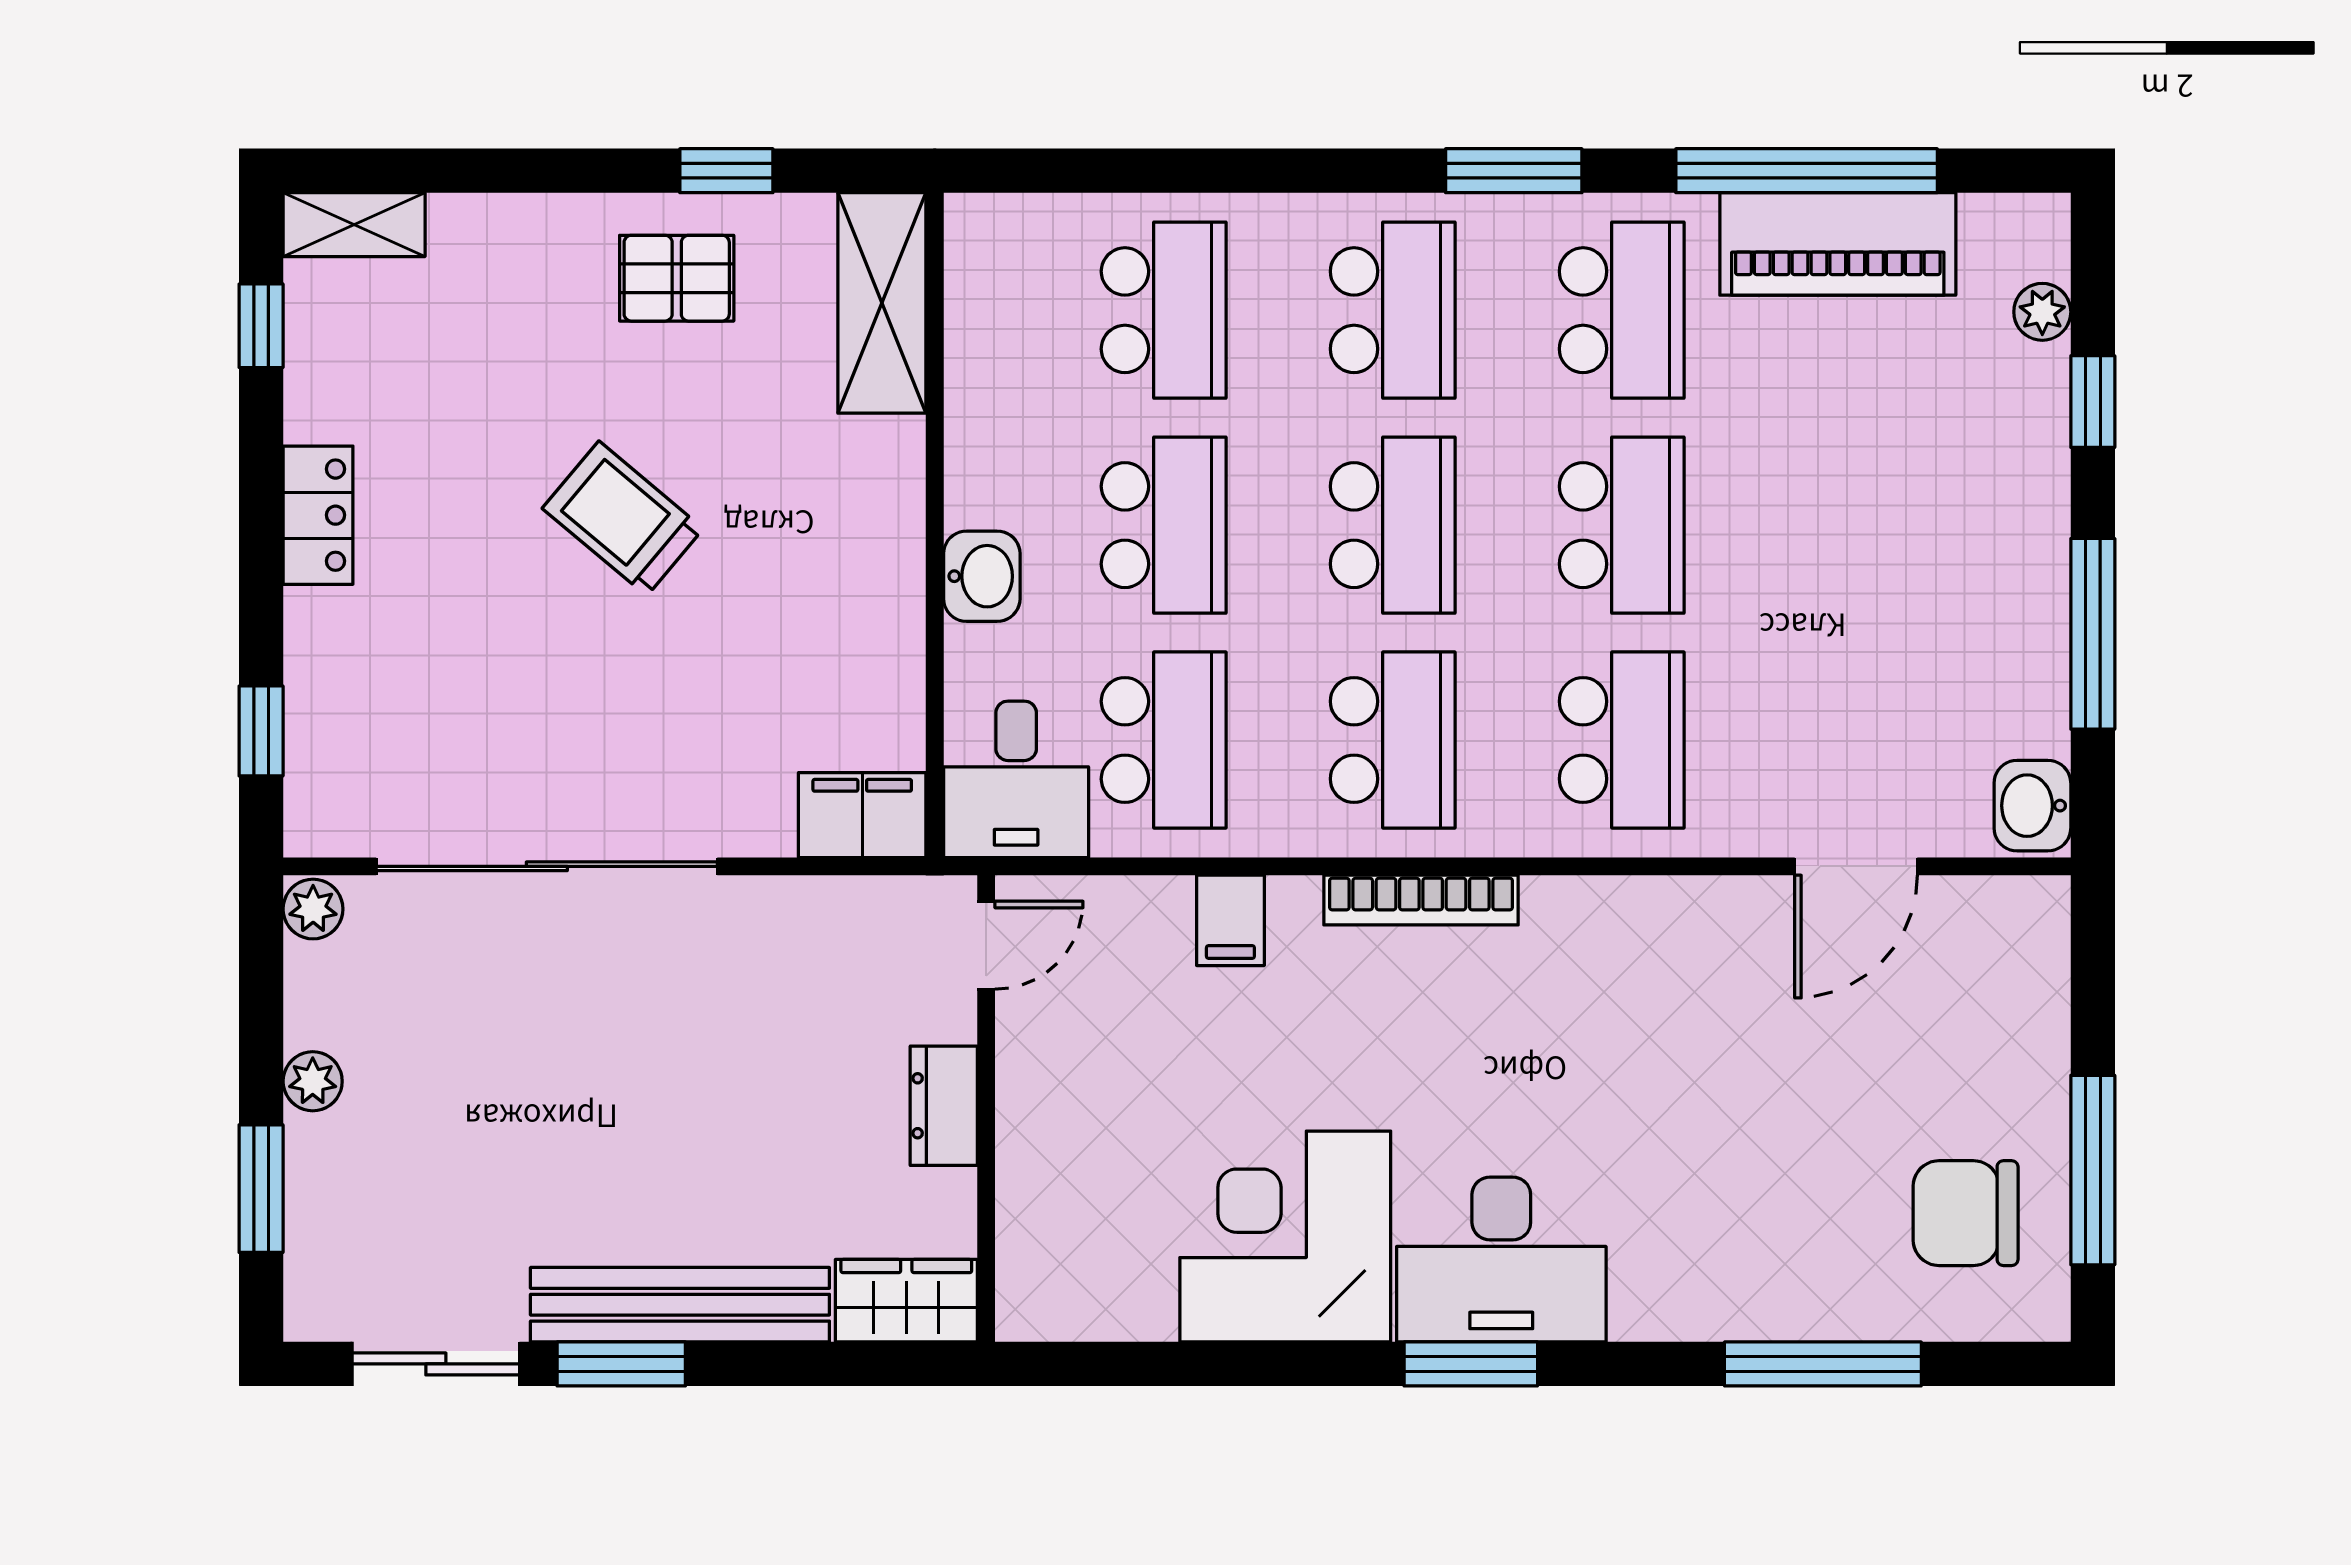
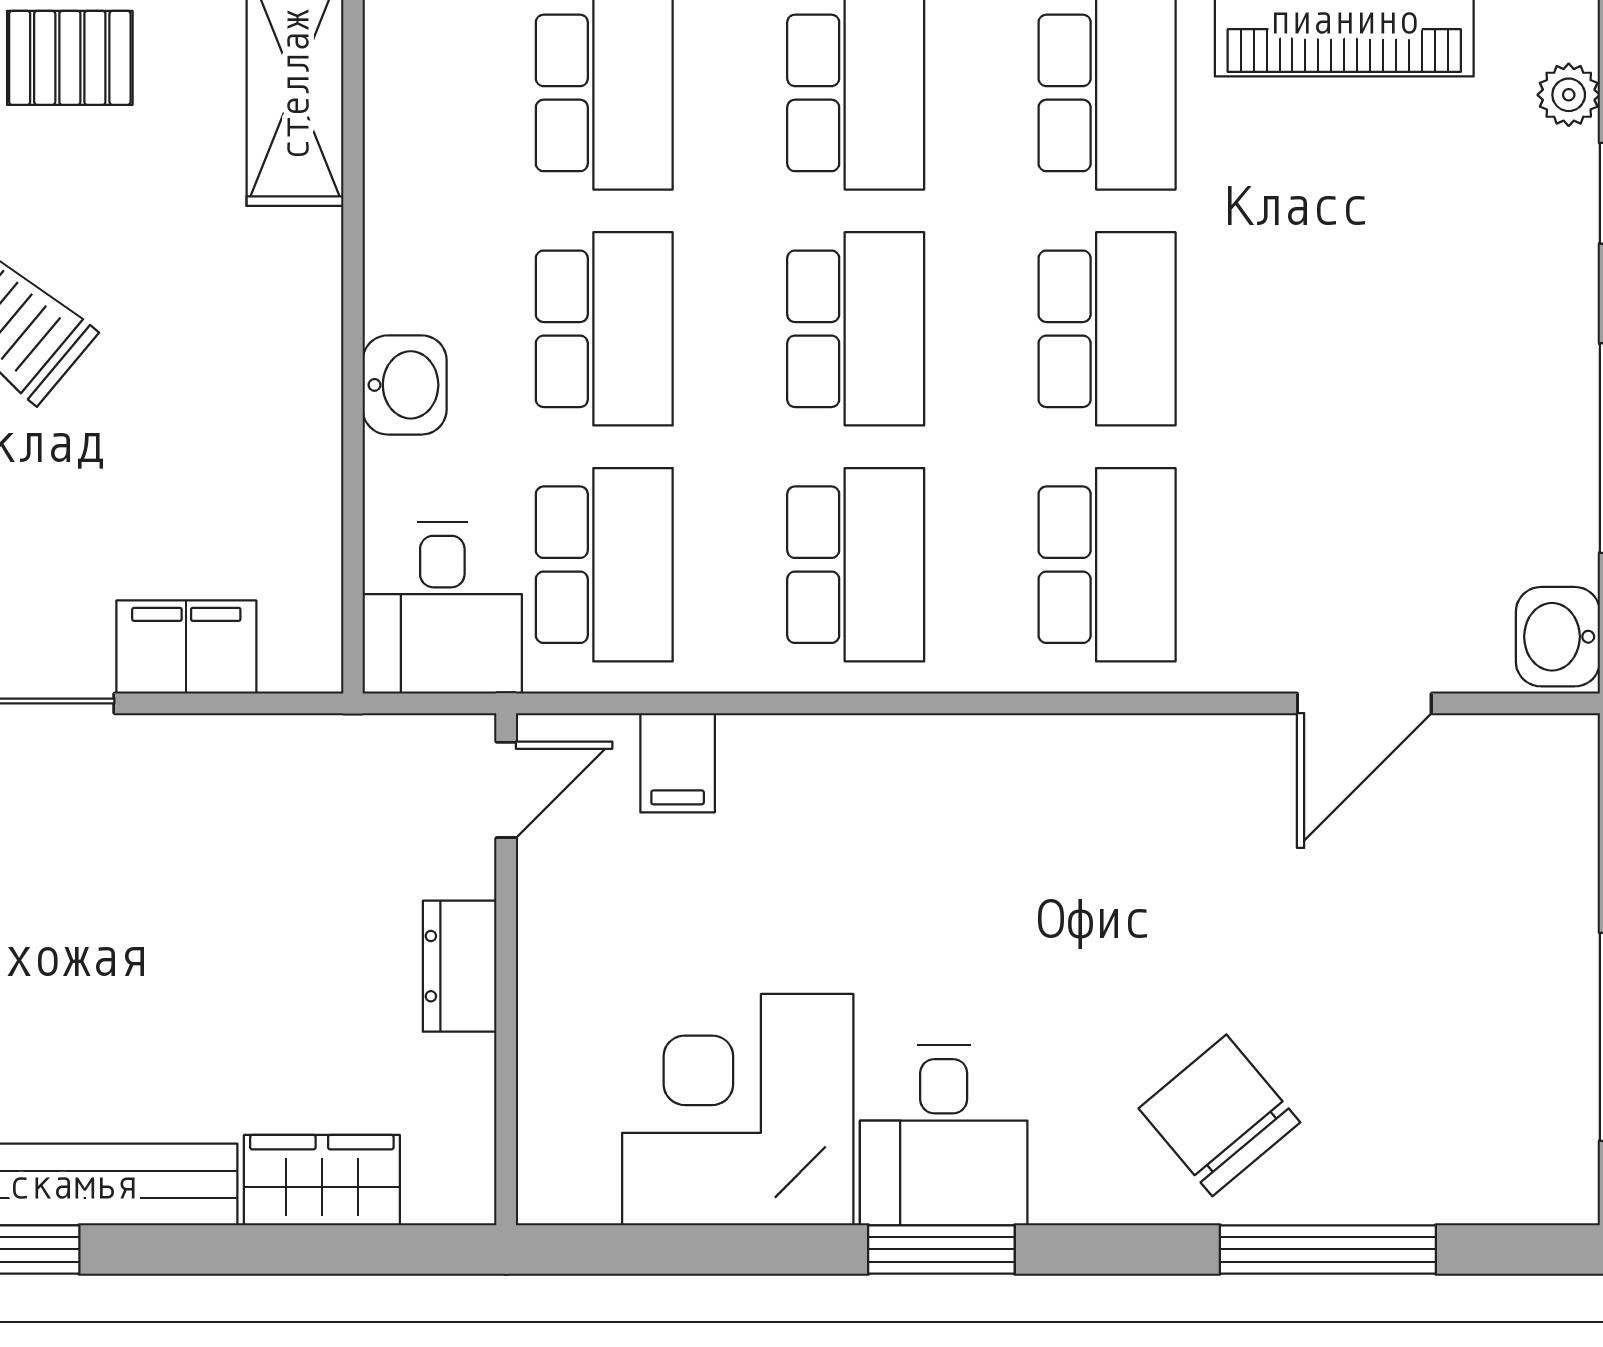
filing cabinet: (862, 815) -> (186, 647), moved
bookcase: (1421, 900) -> (887, 740), removed
door: (986, 945) -> (506, 790), moved
dresser: (944, 1106) -> (460, 966), moved
wall: (986, 1109) -> (506, 969), moved
chair: (1966, 1213) -> (1219, 1115), moved, turned 50
desk: (1501, 1260) -> (944, 1135), width x0.73

